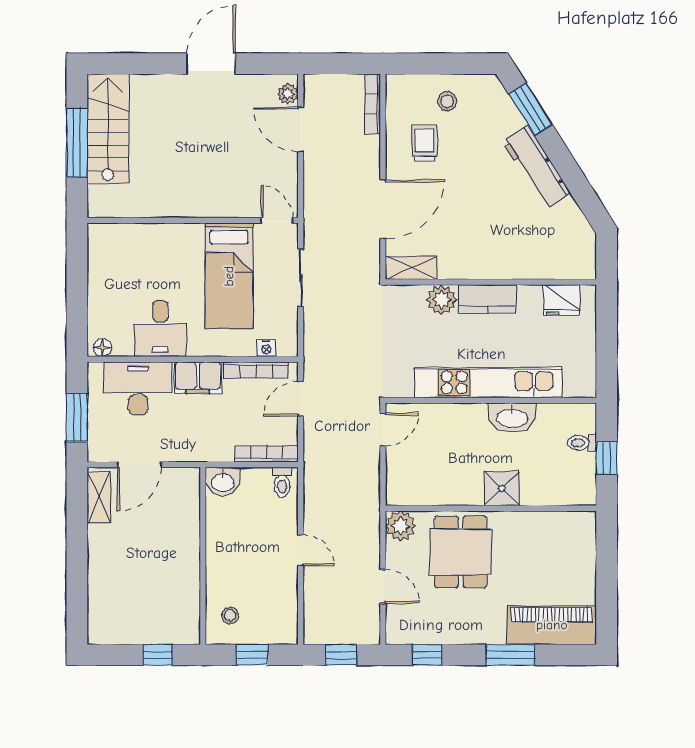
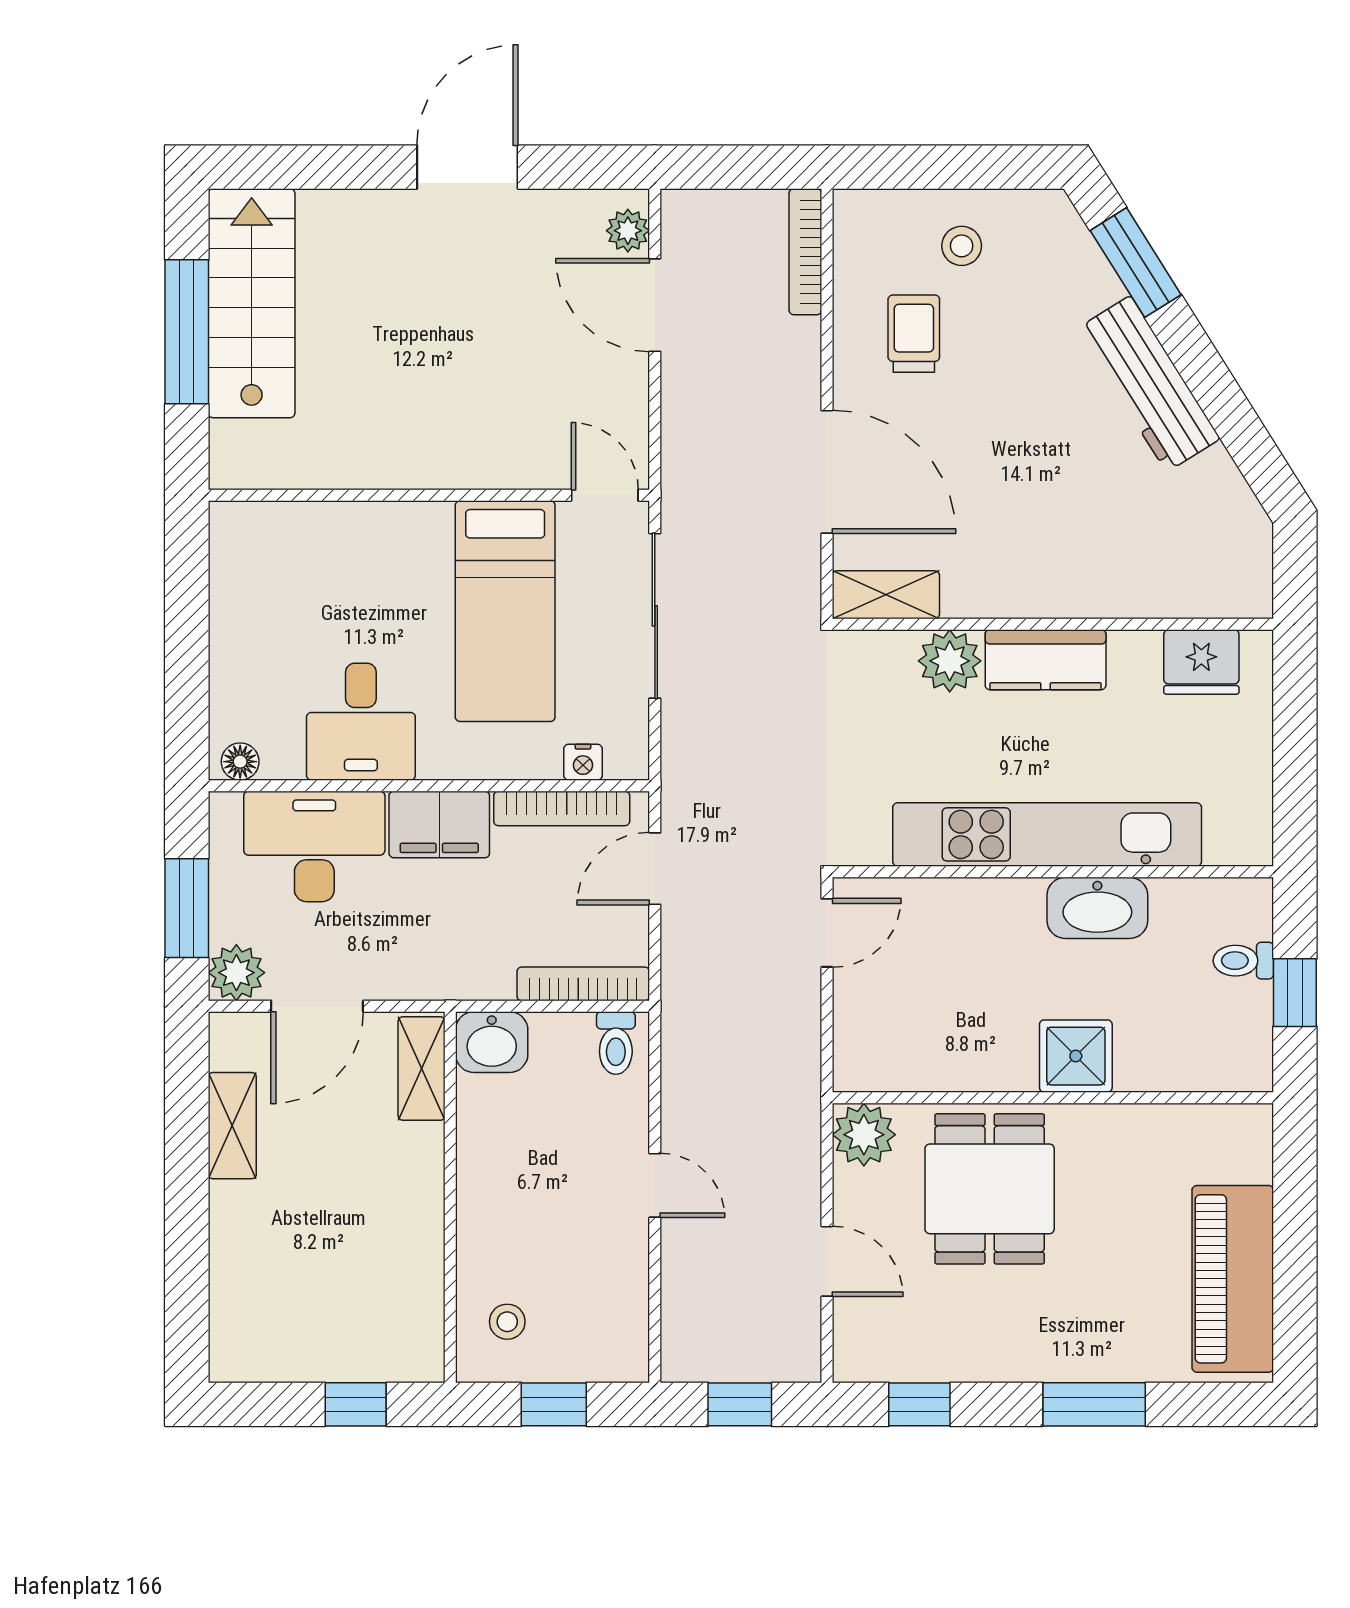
door: (383, 209) -> (827, 472), hinge flipped
sliding door: (301, 278) -> (655, 616), width x1.37
plant: (101, 449) -> (236, 973), added
shelving: (189, 494) -> (422, 1068), added
shelving: (99, 497) -> (232, 1126), moved
piano: (552, 625) -> (1233, 1279), moved, turned -90

